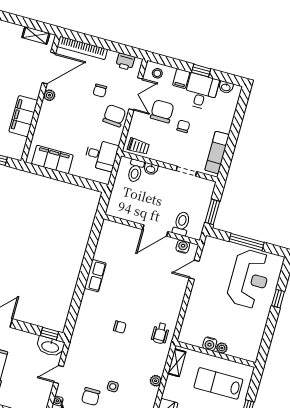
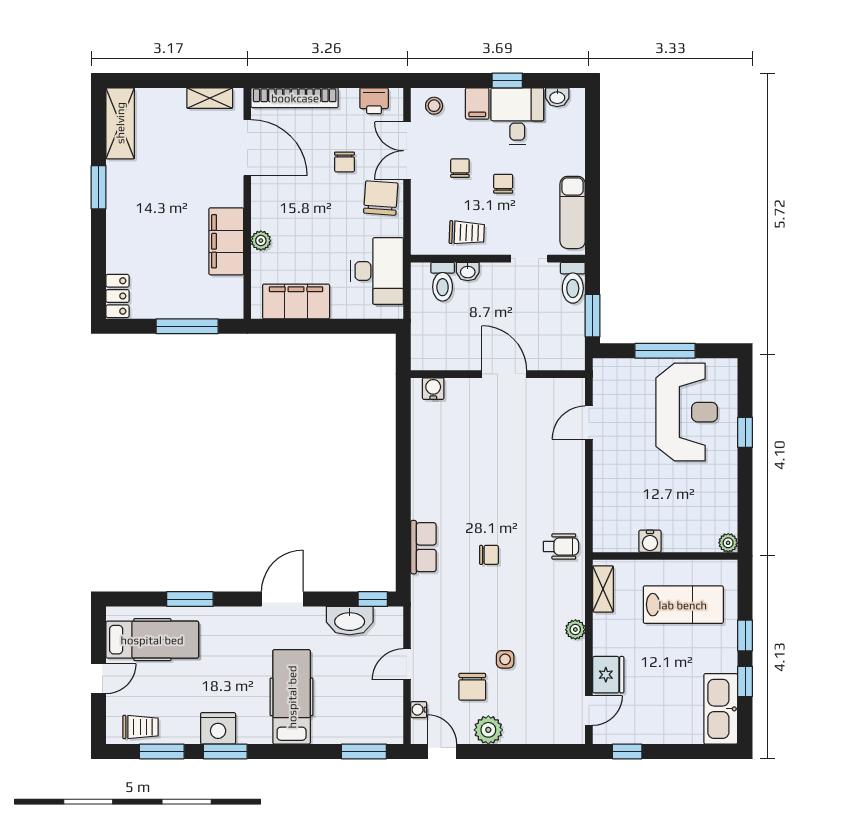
door: (49, 68) -> (247, 148), hinge flipped
double door: (136, 94) -> (407, 151), swing flipped
plant: (49, 95) -> (261, 241), moved
chair: (162, 111) -> (460, 168), width x0.54, depth x0.54
trolley: (138, 146) -> (467, 233), moved
desk: (101, 155) -> (377, 271), width x1.37
toilet: (182, 224) -> (573, 283), moved, turned 180
door: (155, 231) -> (504, 374), swing flipped
water cooler: (183, 247) -> (433, 389), moved
row of seats: (95, 276) -> (423, 547), moved
wheelchair: (160, 333) -> (561, 547), turned -90
washbasin: (50, 347) -> (350, 621), moved
plant: (222, 348) -> (728, 543), moved
lab bench: (218, 383) -> (683, 605), turned 180

